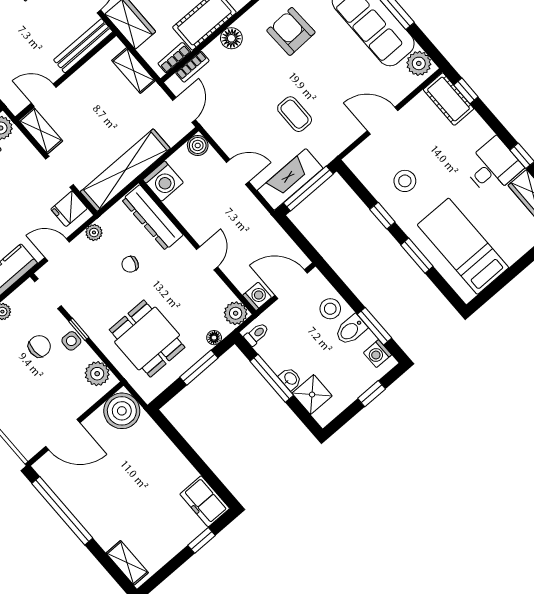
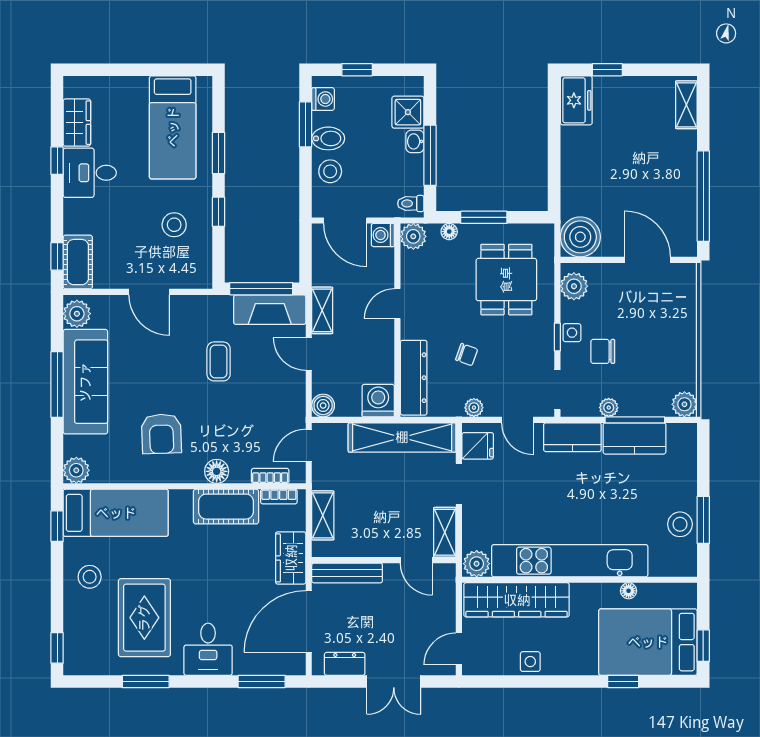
shelving: (254, 210) -> (322, 310), added

